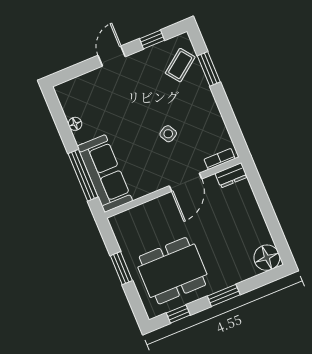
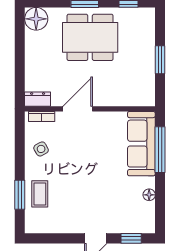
window: (152, 39) -> (131, 238), moved
coffee table: (180, 65) -> (40, 194), moved, turned -53
side table: (168, 134) -> (41, 149), moved
dining table: (172, 271) -> (90, 37), moved

